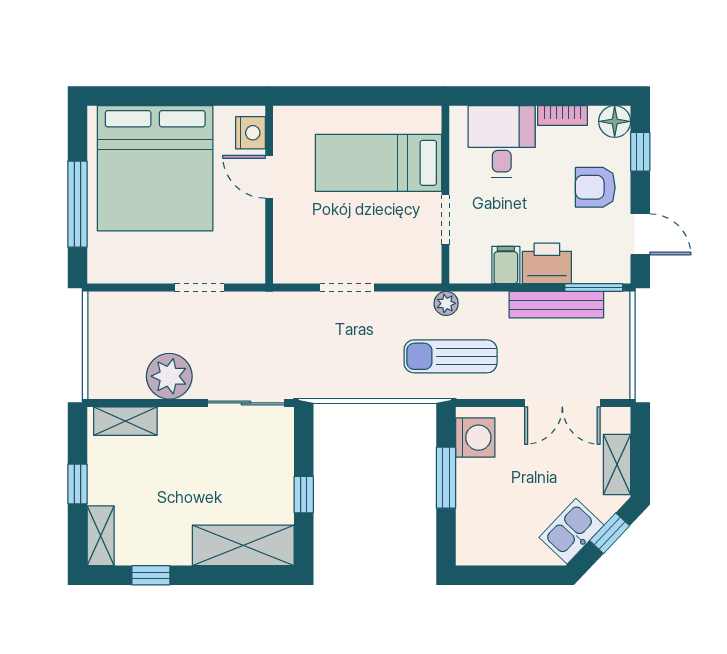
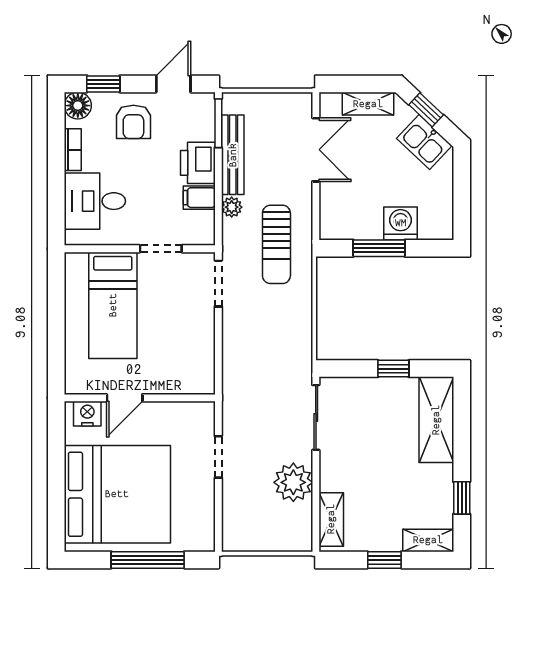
doorway: (347, 288) -> (218, 283), moved
plant: (446, 303) -> (232, 207), moved
washing machine: (475, 438) -> (401, 223), moved

